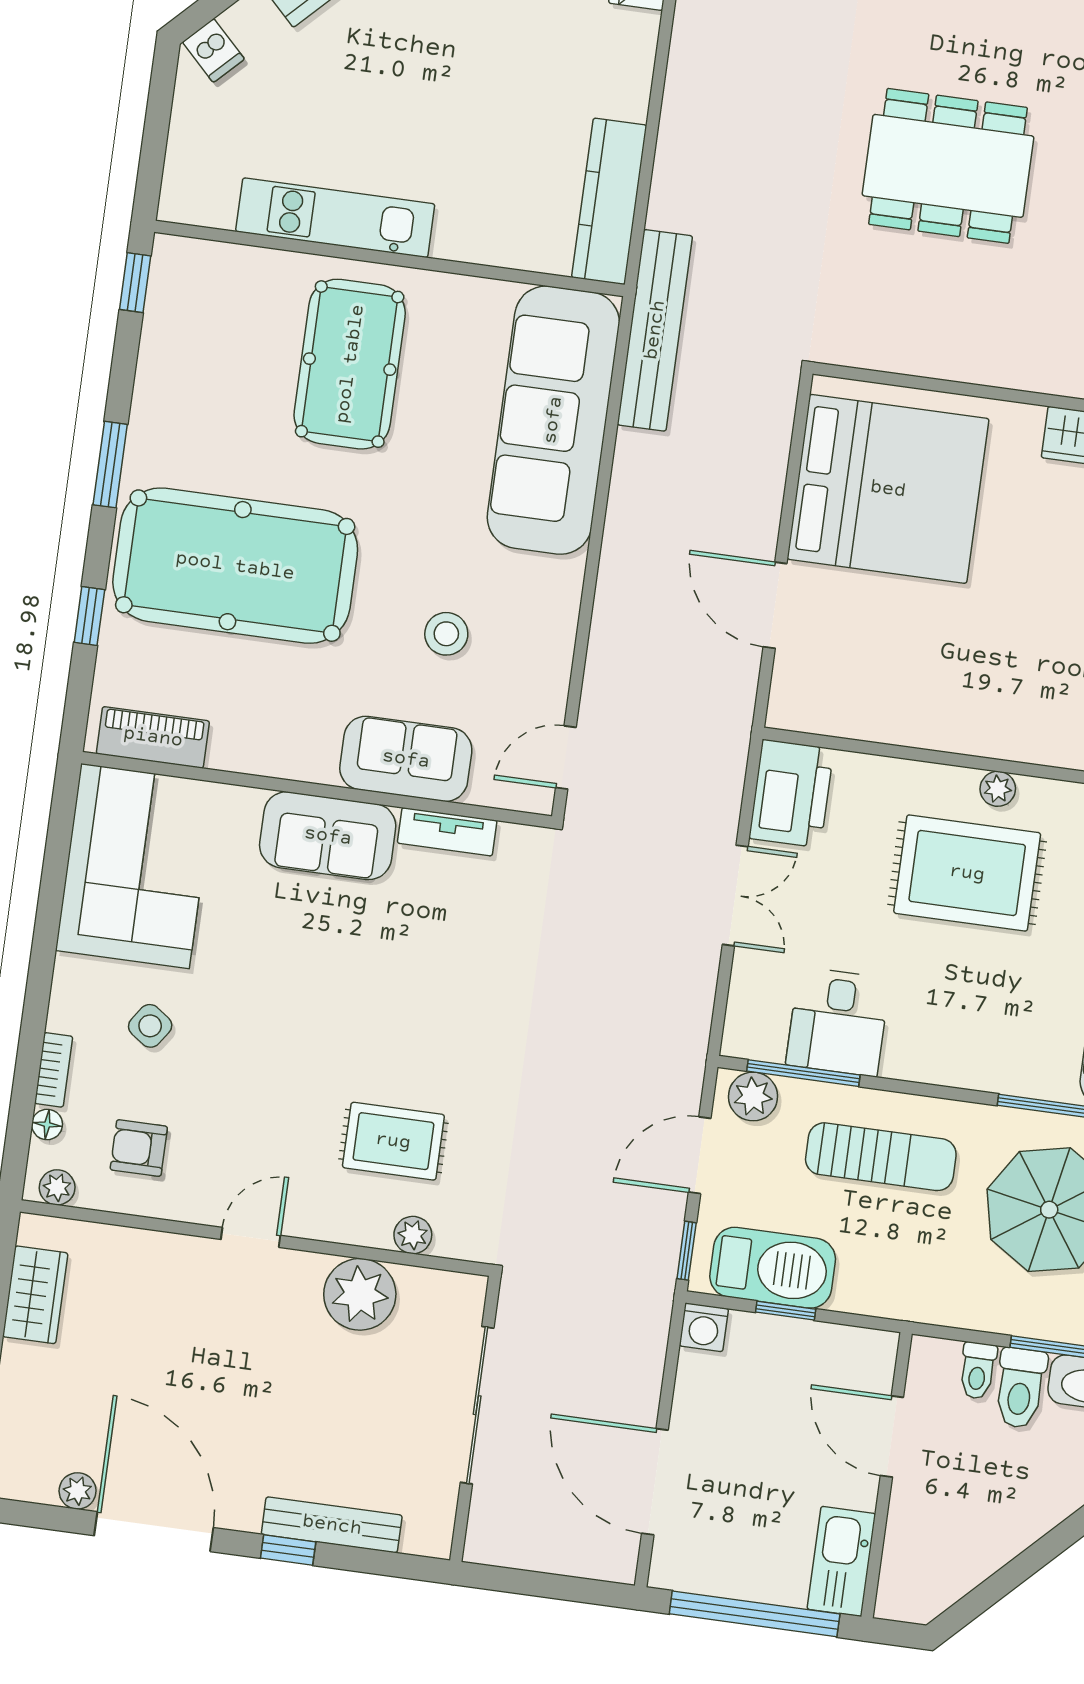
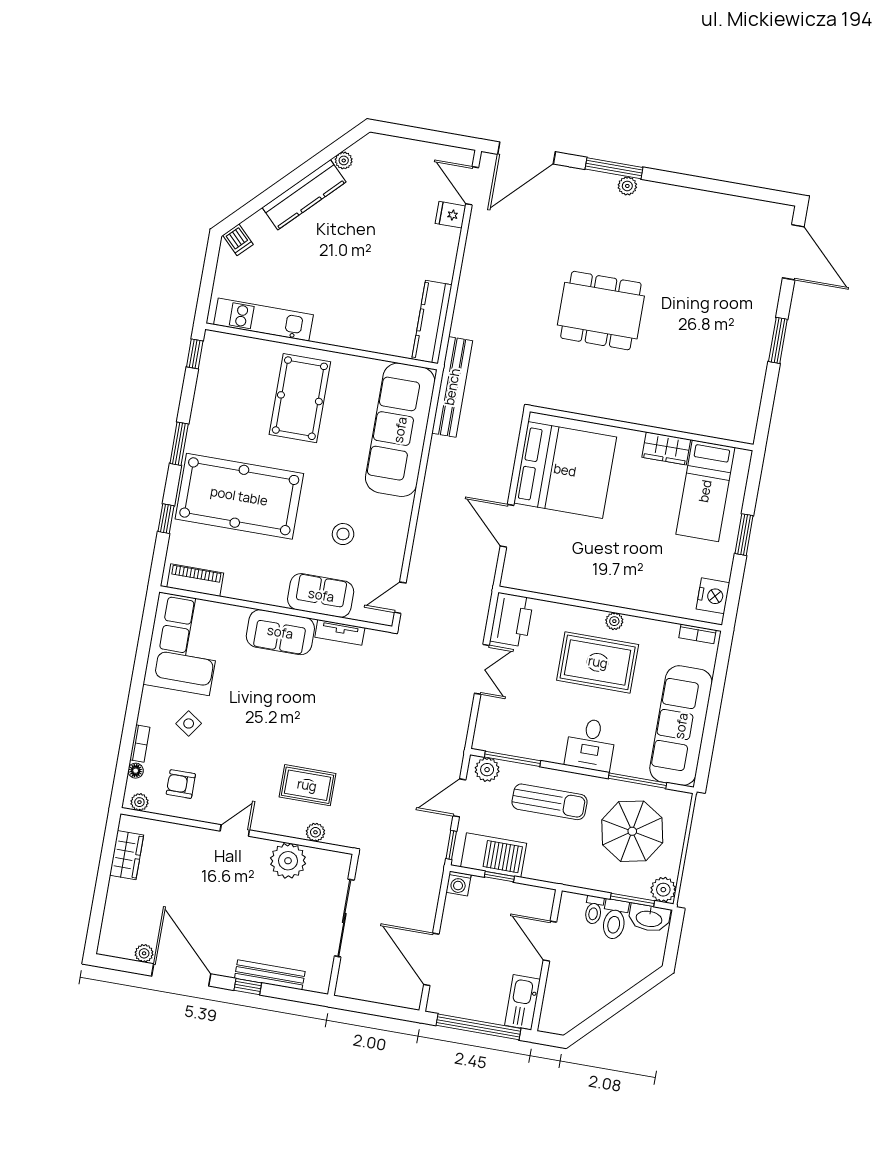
kitchen unit: (335, 218) -> (264, 320), moved
desk: (838, 1022) -> (591, 745), moved

